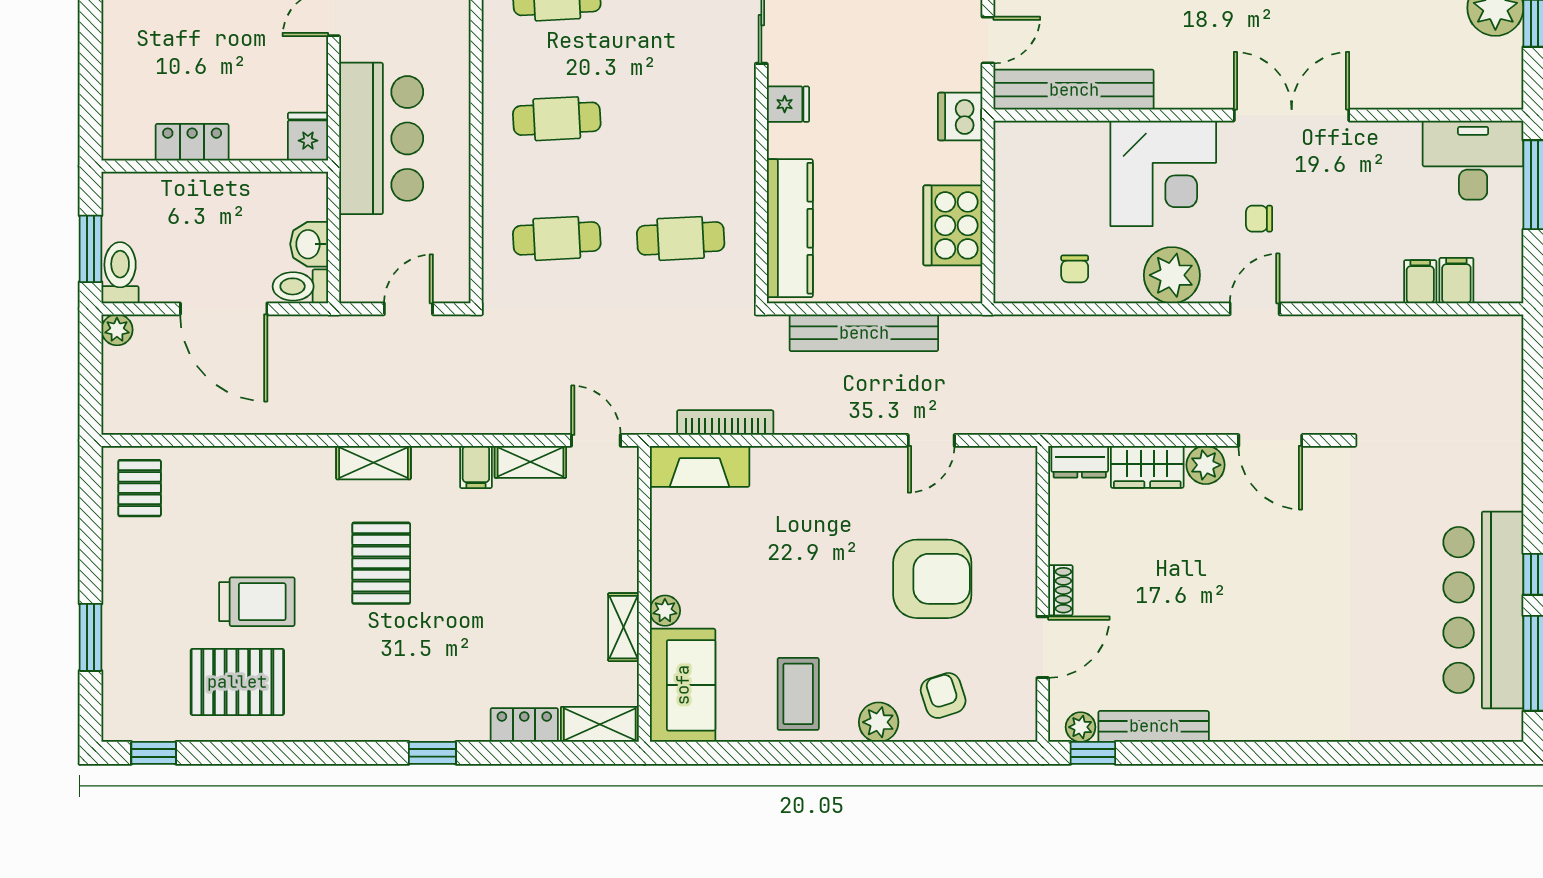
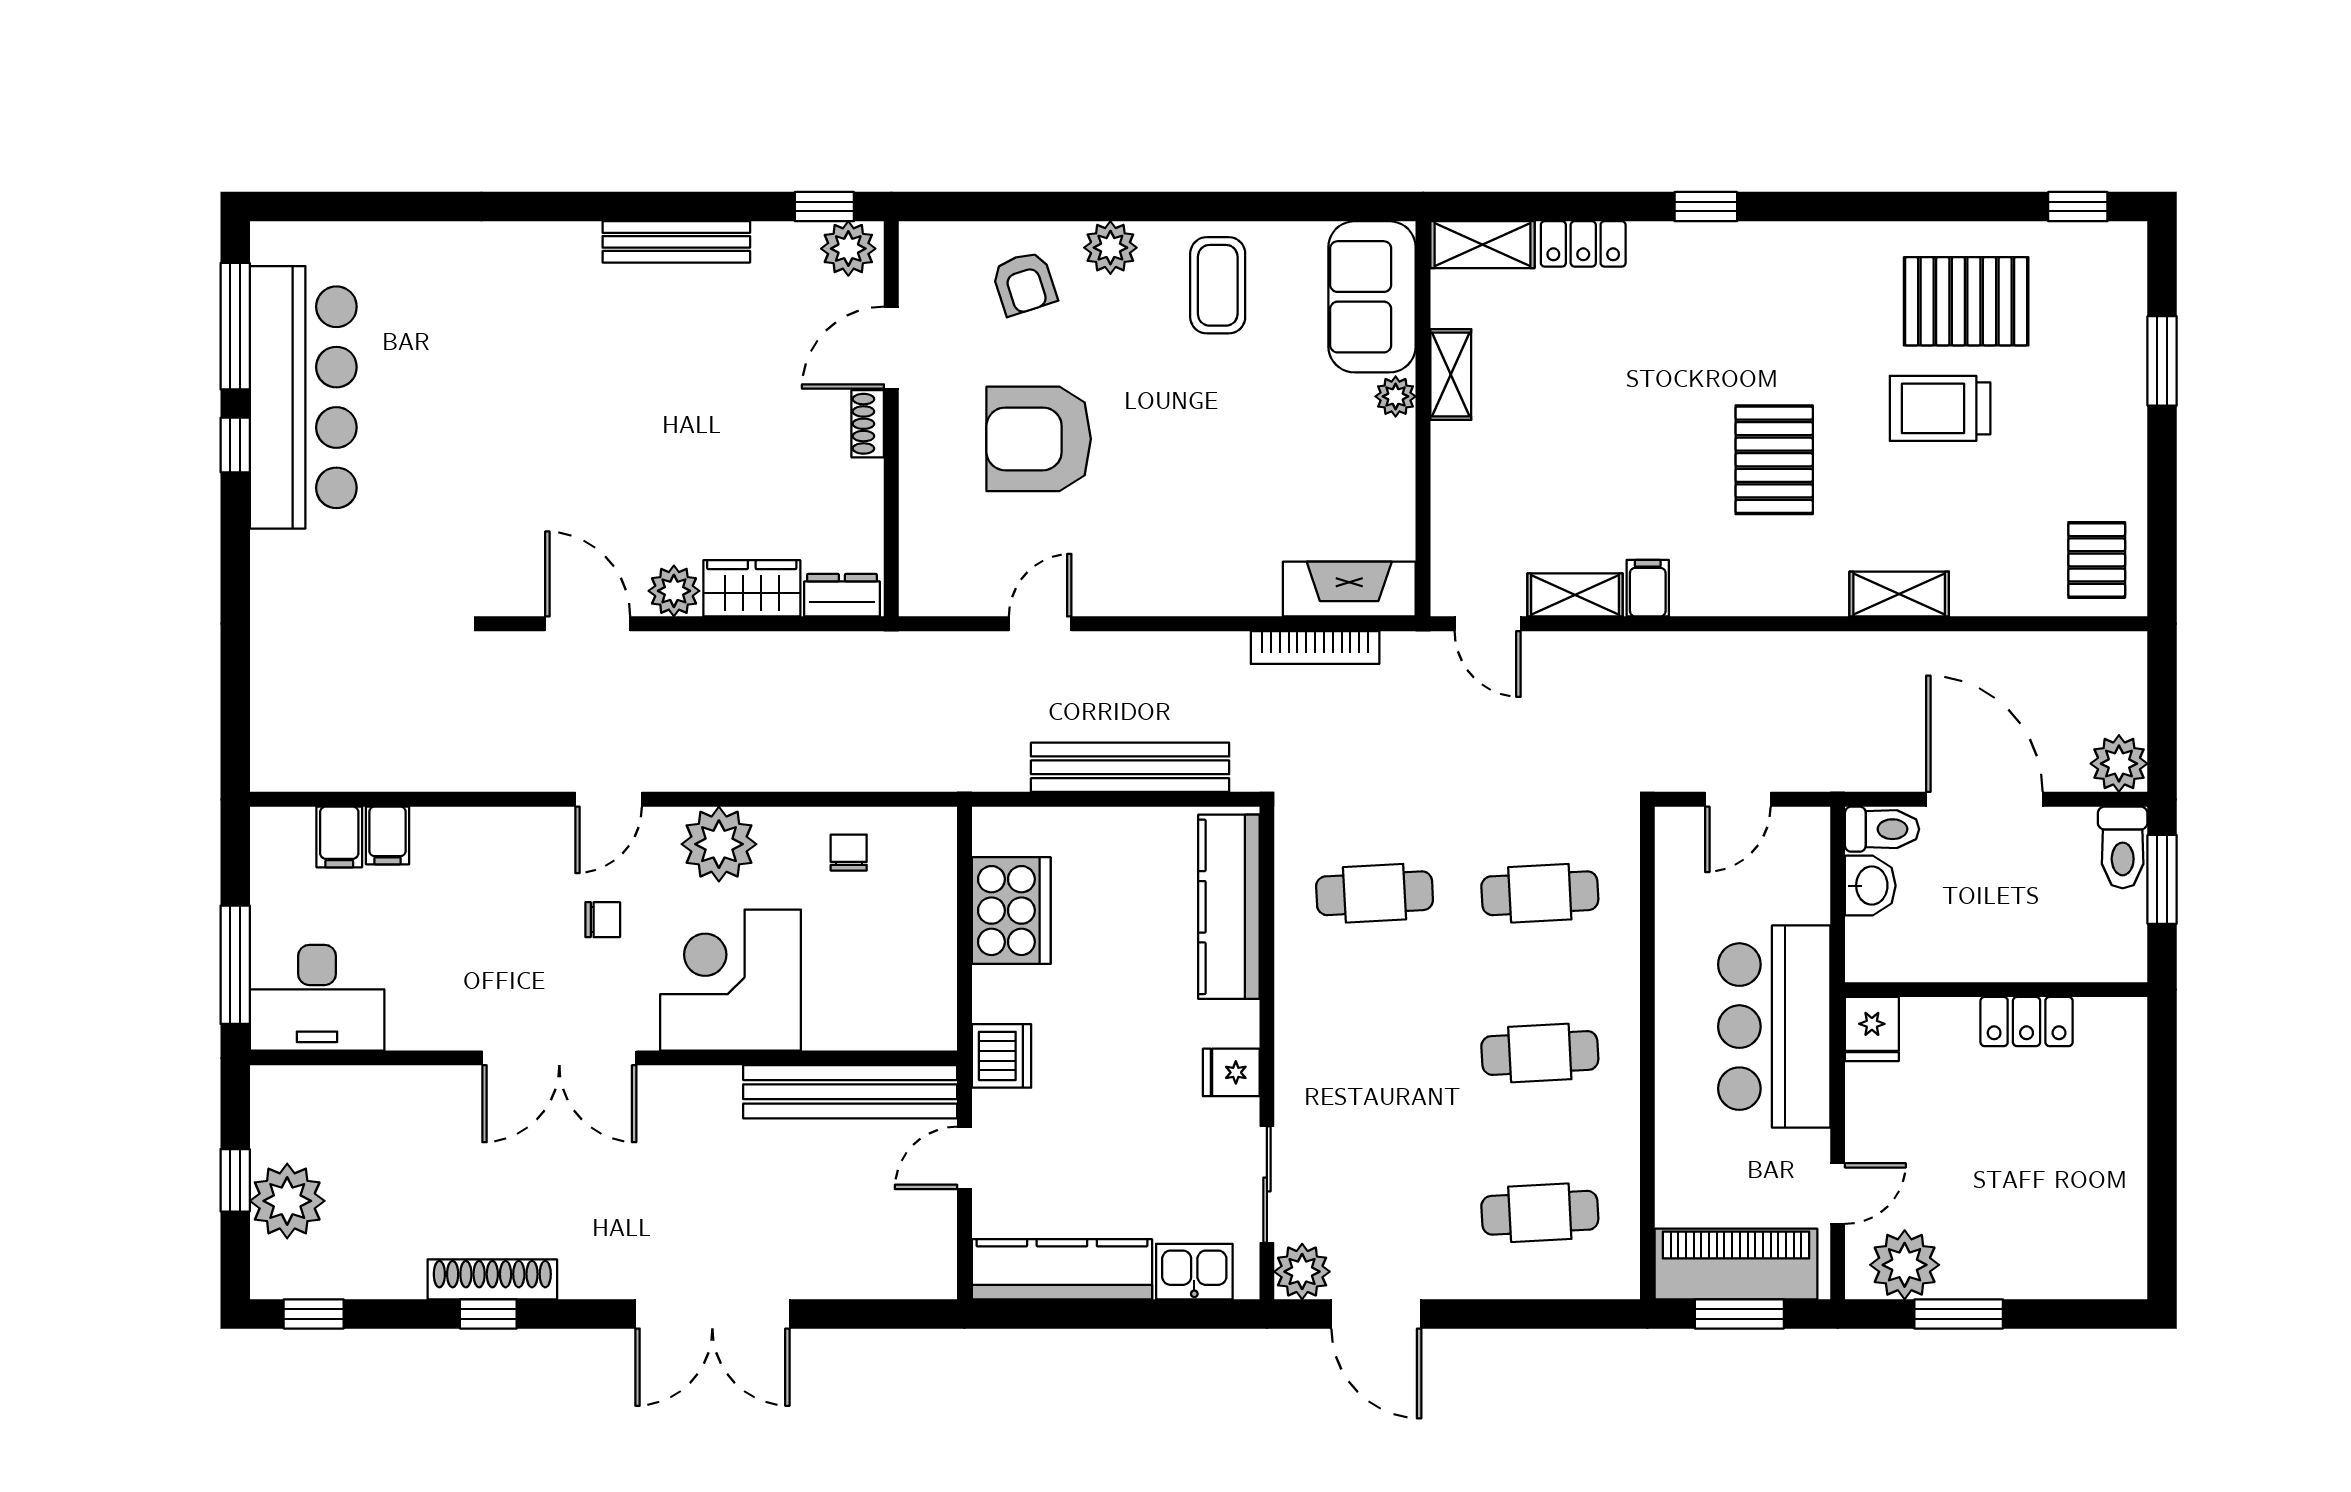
plant: (117, 330) -> (2119, 764), width x1.38, depth x1.38
shelving: (373, 463) -> (1899, 594), moved
bench: (1154, 726) -> (676, 242), moved
plant: (1081, 727) -> (848, 249), width x1.38, depth x1.38

